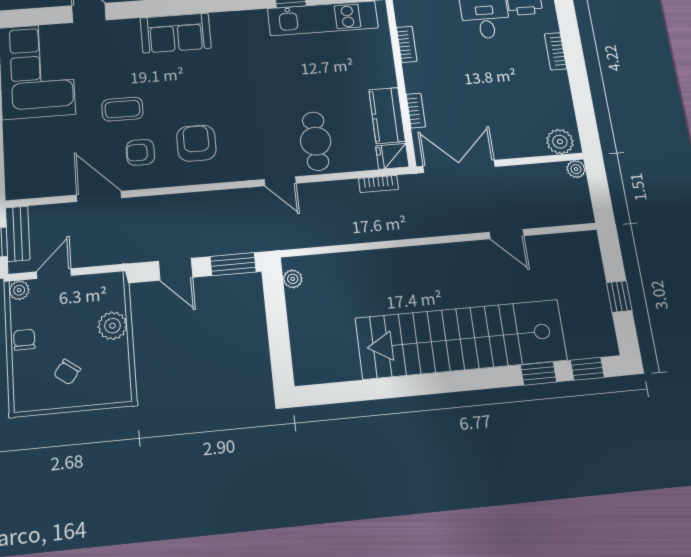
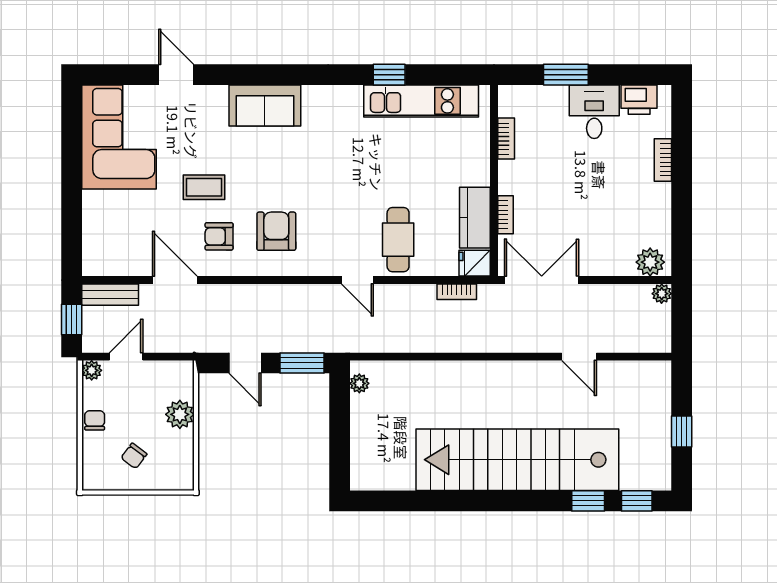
bench: (18, 234) -> (110, 295), moved, turned 90

